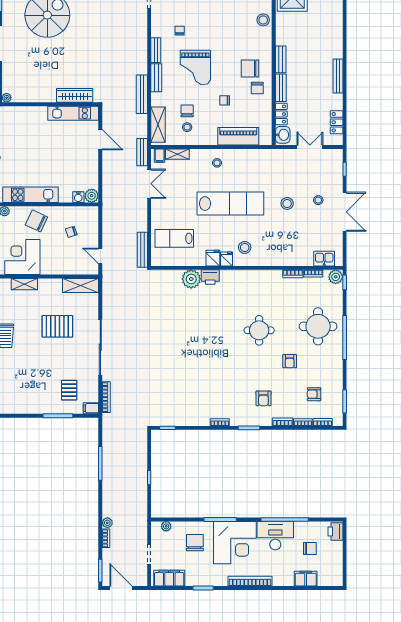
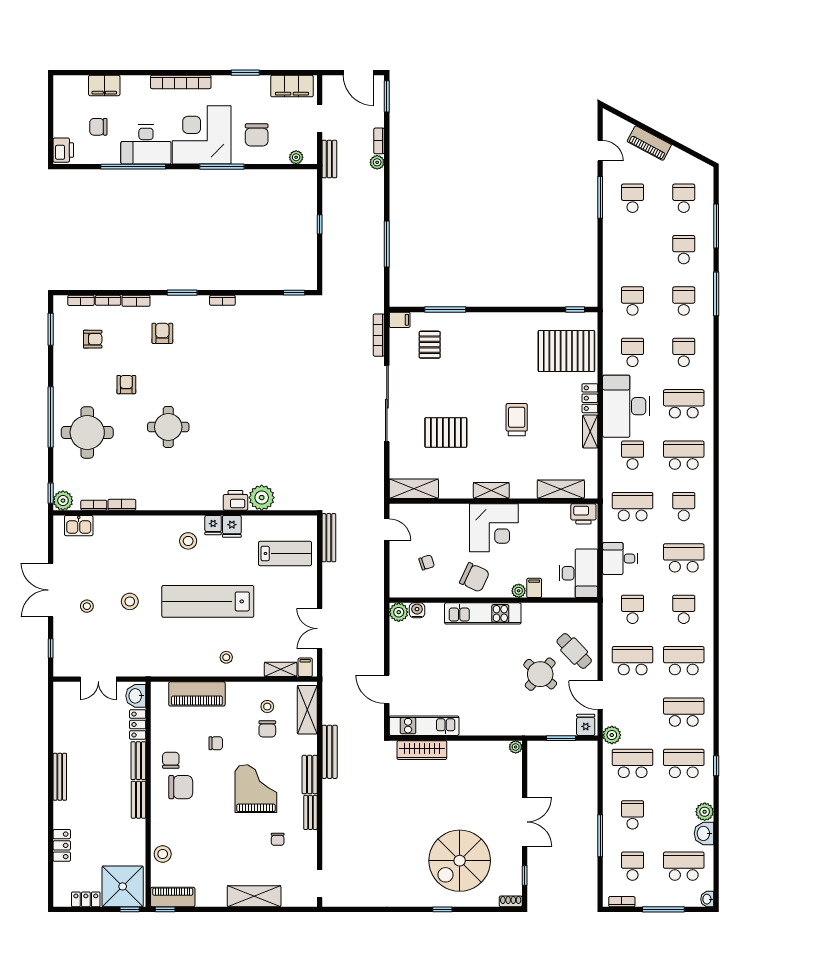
locker: (337, 122) -> (62, 845), moved
bench: (142, 152) -> (329, 159), moved

